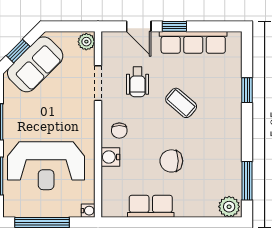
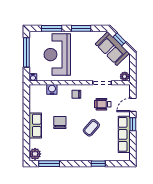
water cooler: (110, 157) -> (52, 89), moved
row of seats: (151, 206) -> (35, 125), moved

